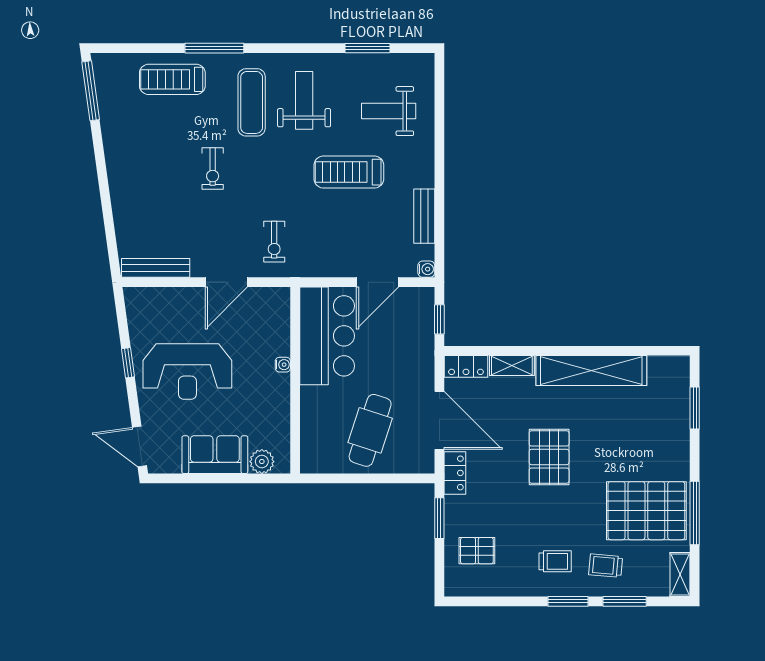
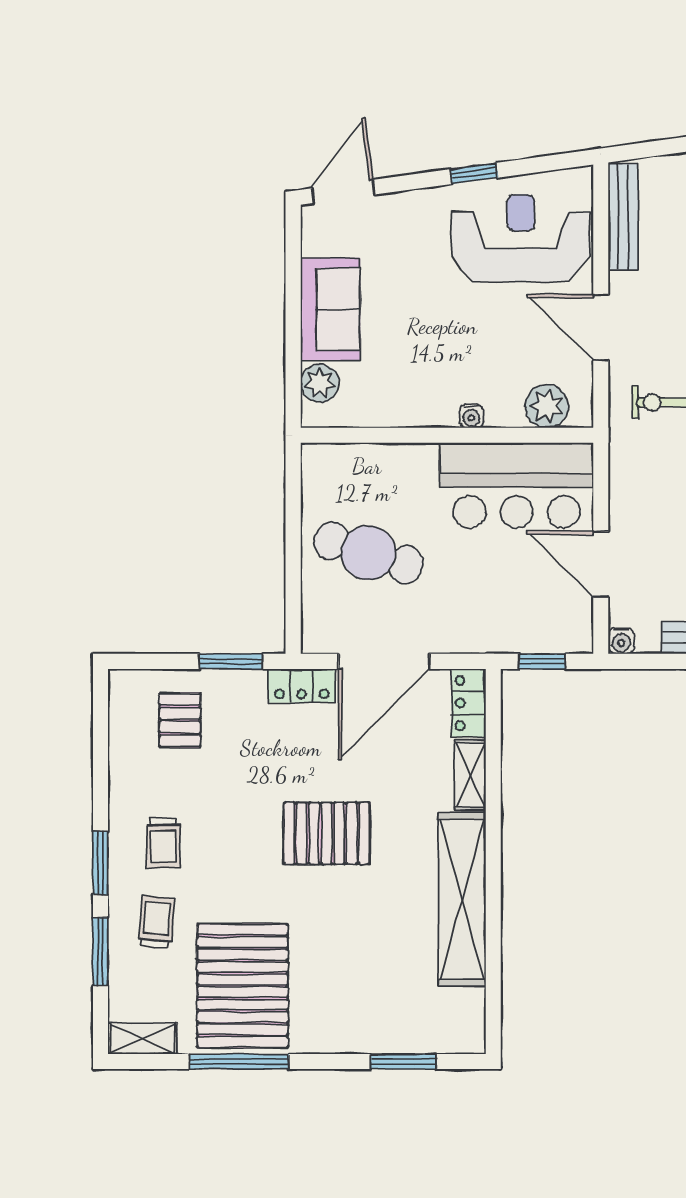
plant: (277, 317) -> (547, 406), added
reception desk: (187, 372) -> (521, 238), moved, turned 90

